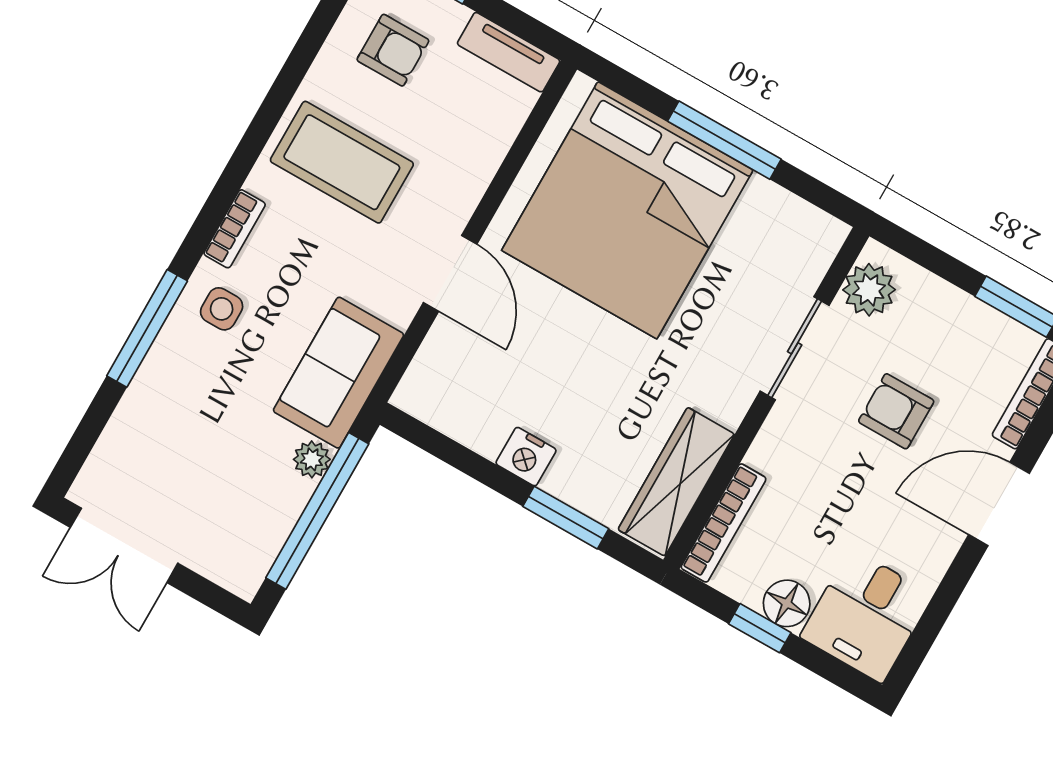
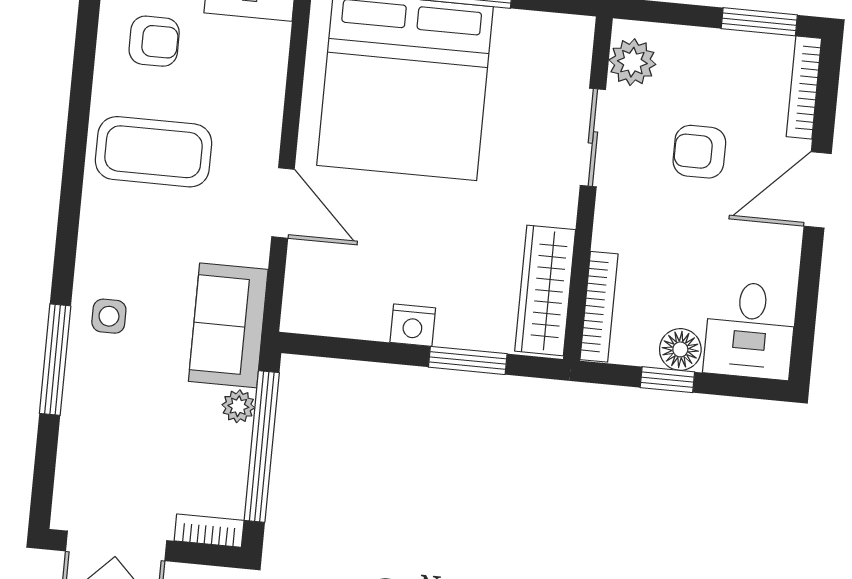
bookcase: (235, 229) -> (209, 531), moved, turned -90

